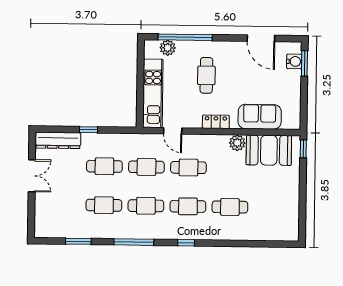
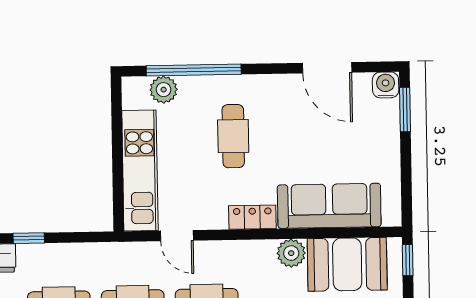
water cooler: (294, 61) -> (386, 85), moved, turned -90
sofa: (260, 117) -> (329, 206), width x1.36

